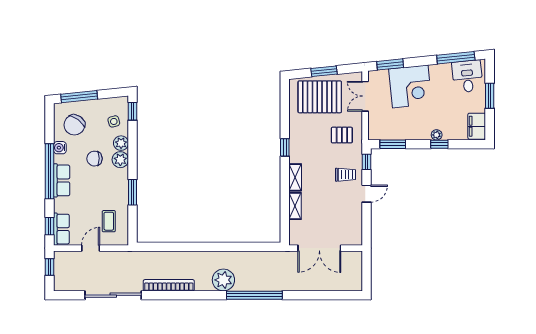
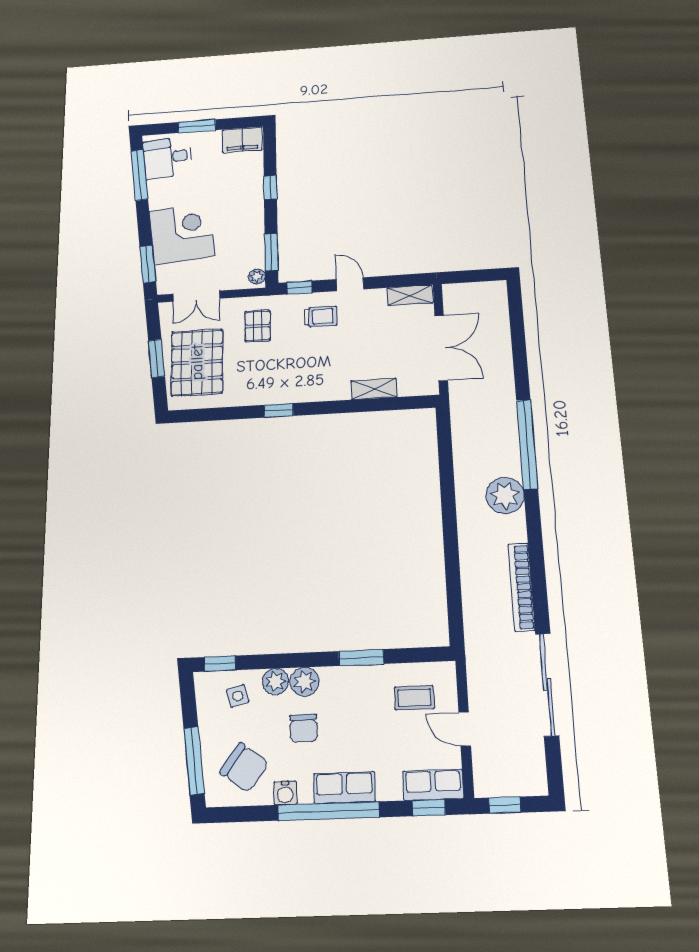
plant: (437, 135) -> (257, 277), moved
trolley: (345, 175) -> (321, 317), turned 90
shelving: (295, 177) -> (410, 295), moved

